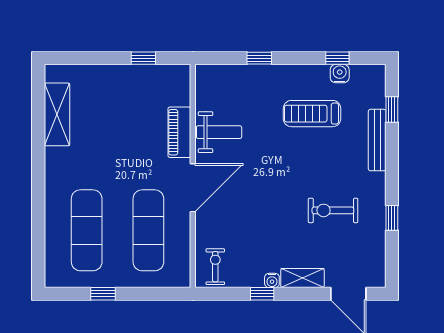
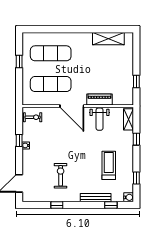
water cooler: (340, 74) -> (129, 197), moved
shelving: (302, 278) -> (128, 119), moved

